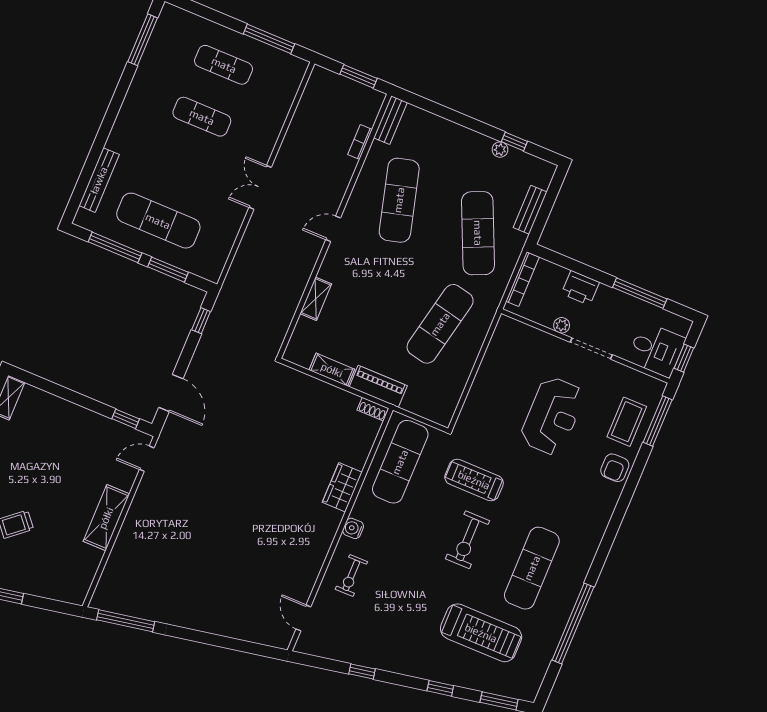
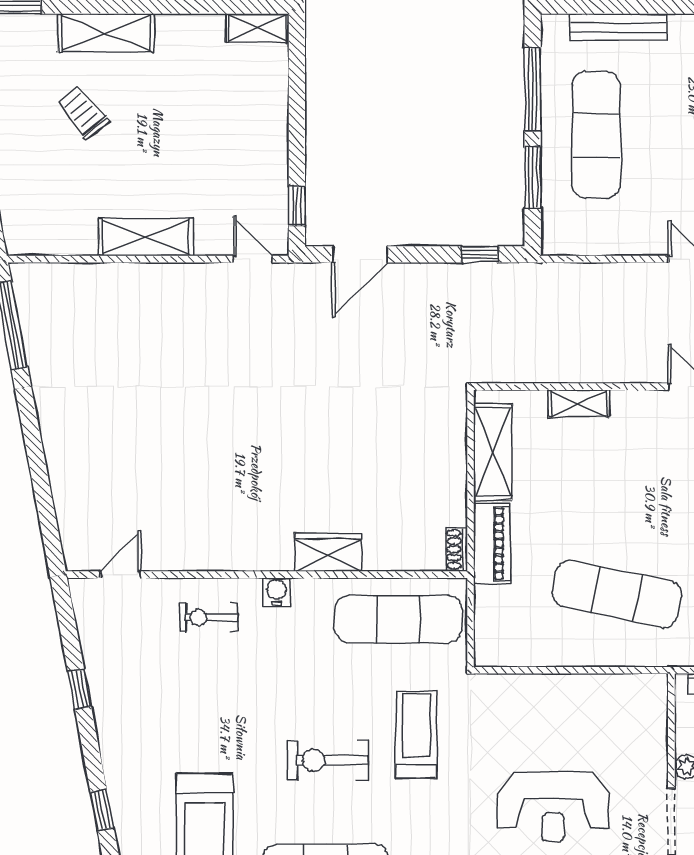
shelving: (332, 370) -> (493, 452), width x1.50, depth x1.33

